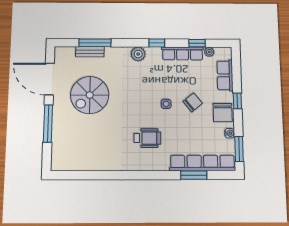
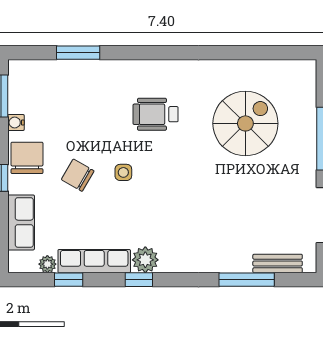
bench: (90, 52) -> (278, 263), moved
plant: (138, 54) -> (145, 260), moved
spiral stairs: (90, 95) -> (245, 123), moved
chair: (193, 102) -> (78, 175), turned 69
row of seats: (202, 163) -> (63, 73), removed

